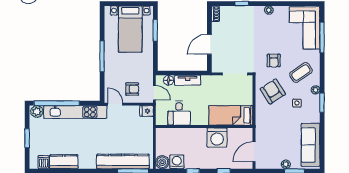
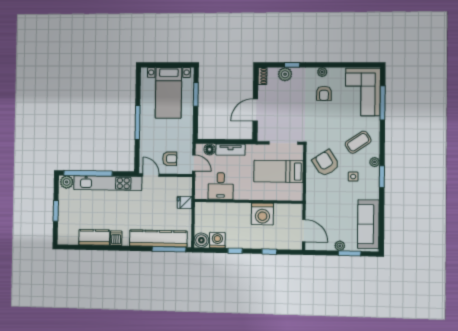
plant: (236, 12) -> (285, 74), added
armchair: (274, 61) -> (324, 93), moved
fridge: (146, 111) -> (185, 202), moved
bed: (231, 115) -> (278, 171), moved
door: (254, 152) -> (304, 231), swing flipped
dishwasher: (43, 162) -> (116, 238), moved

